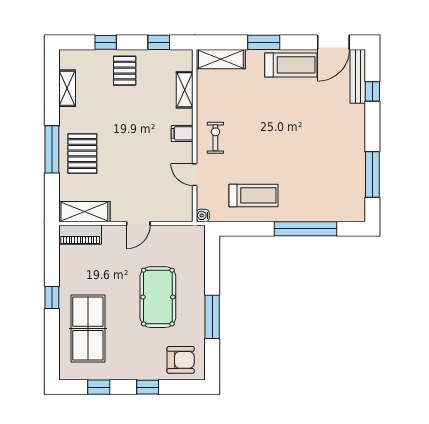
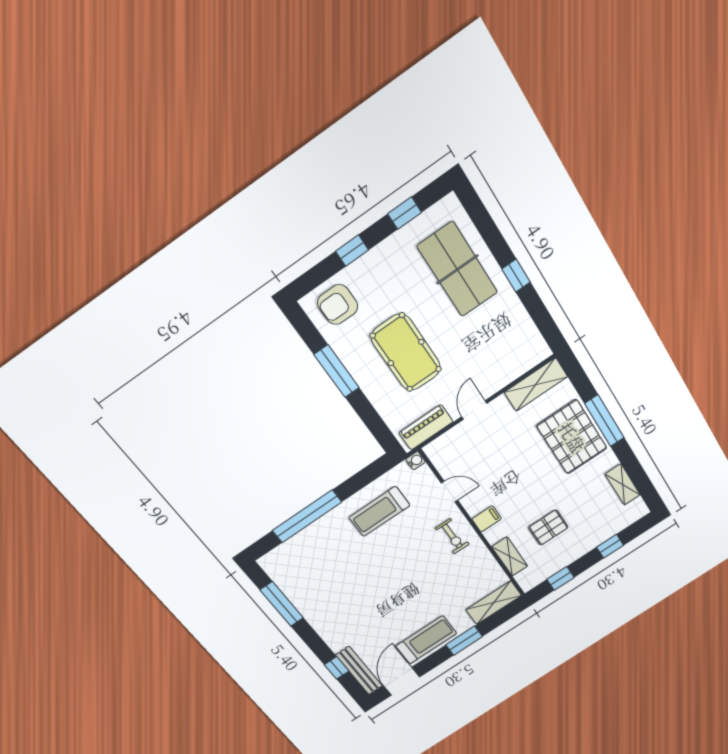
treadmill: (291, 65) -> (426, 640), turned 180
pallet: (125, 71) -> (548, 527), moved, turned 90
pallet: (82, 153) -> (572, 437), width x1.37, depth x1.41
piano: (80, 235) -> (426, 427), moved

